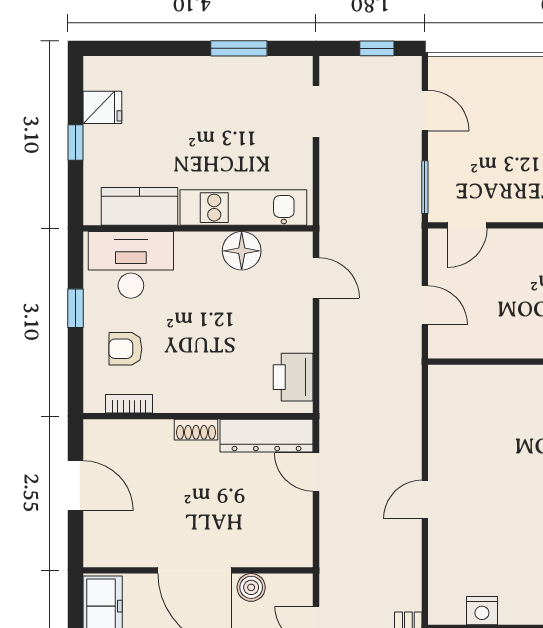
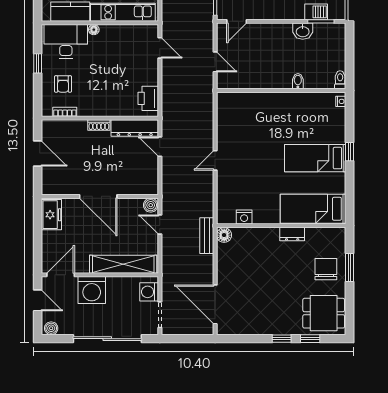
floor lamp: (242, 251) -> (94, 30), moved, width x0.53, depth x0.53
armchair: (125, 349) -> (63, 84), turned -90
boiler: (251, 587) -> (151, 205), moved

